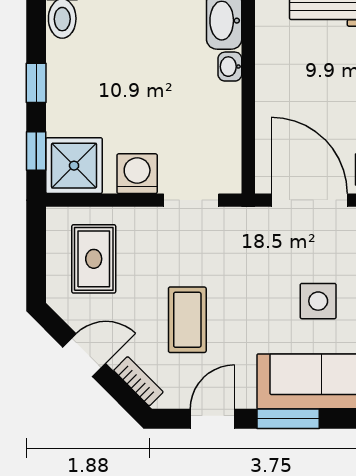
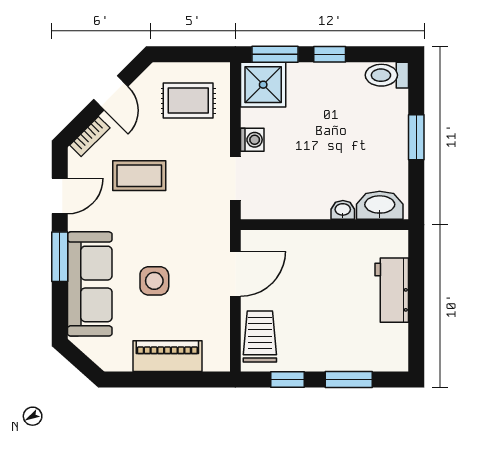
window: (36, 151) -> (275, 54), width x1.50
washing machine: (137, 174) -> (252, 140), width x0.73, depth x0.73
door: (309, 200) -> (235, 274), width x0.73
door: (212, 419) -> (60, 196), hinge flipped

